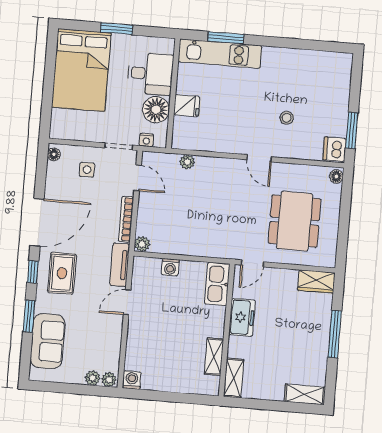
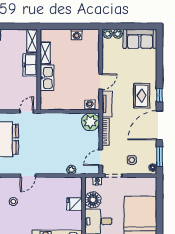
door: (259, 158) -> (28, 176), swing flipped
door: (138, 178) -> (101, 158), hinge flipped
plant: (142, 244) -> (90, 122), width x1.88, depth x1.88
washing machine: (170, 267) -> (90, 105), moved
kitchen sink: (217, 284) -> (47, 78), moved
window: (29, 316) -> (159, 157), moved
freezer: (242, 317) -> (30, 65), moved
sofa: (48, 341) -> (140, 39), moved, turned -90
washing machine: (132, 380) -> (77, 35), moved

